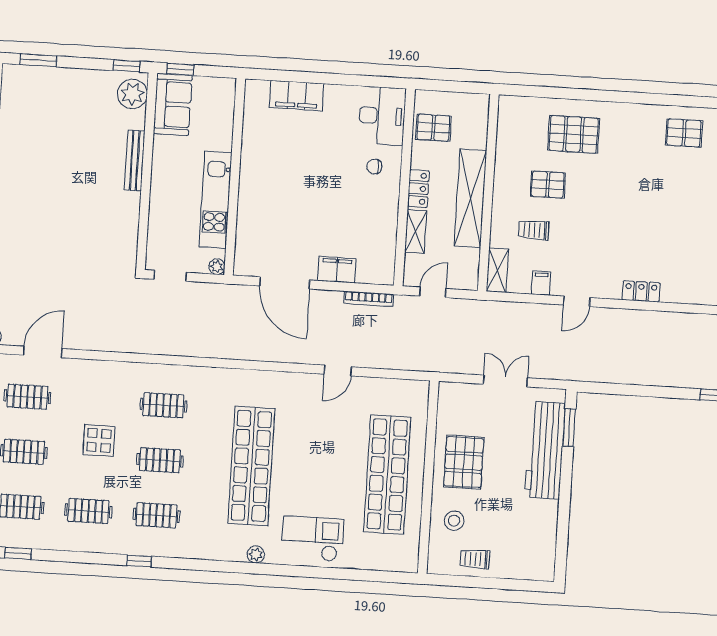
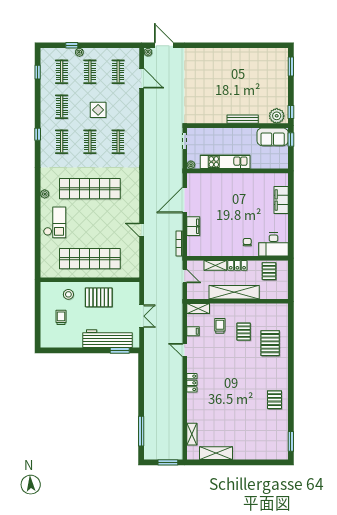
trolley: (475, 559) -> (61, 317), moved

